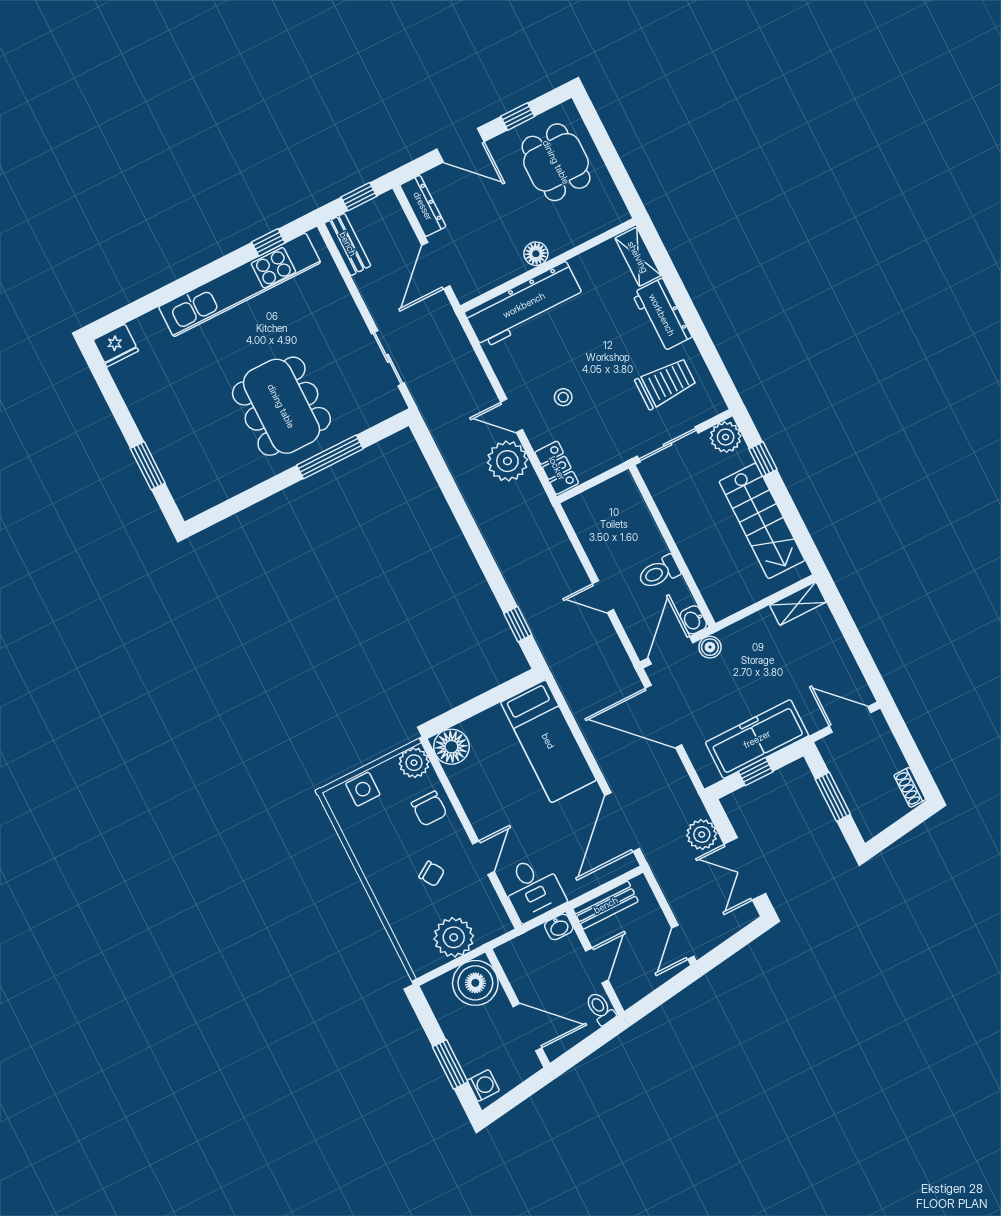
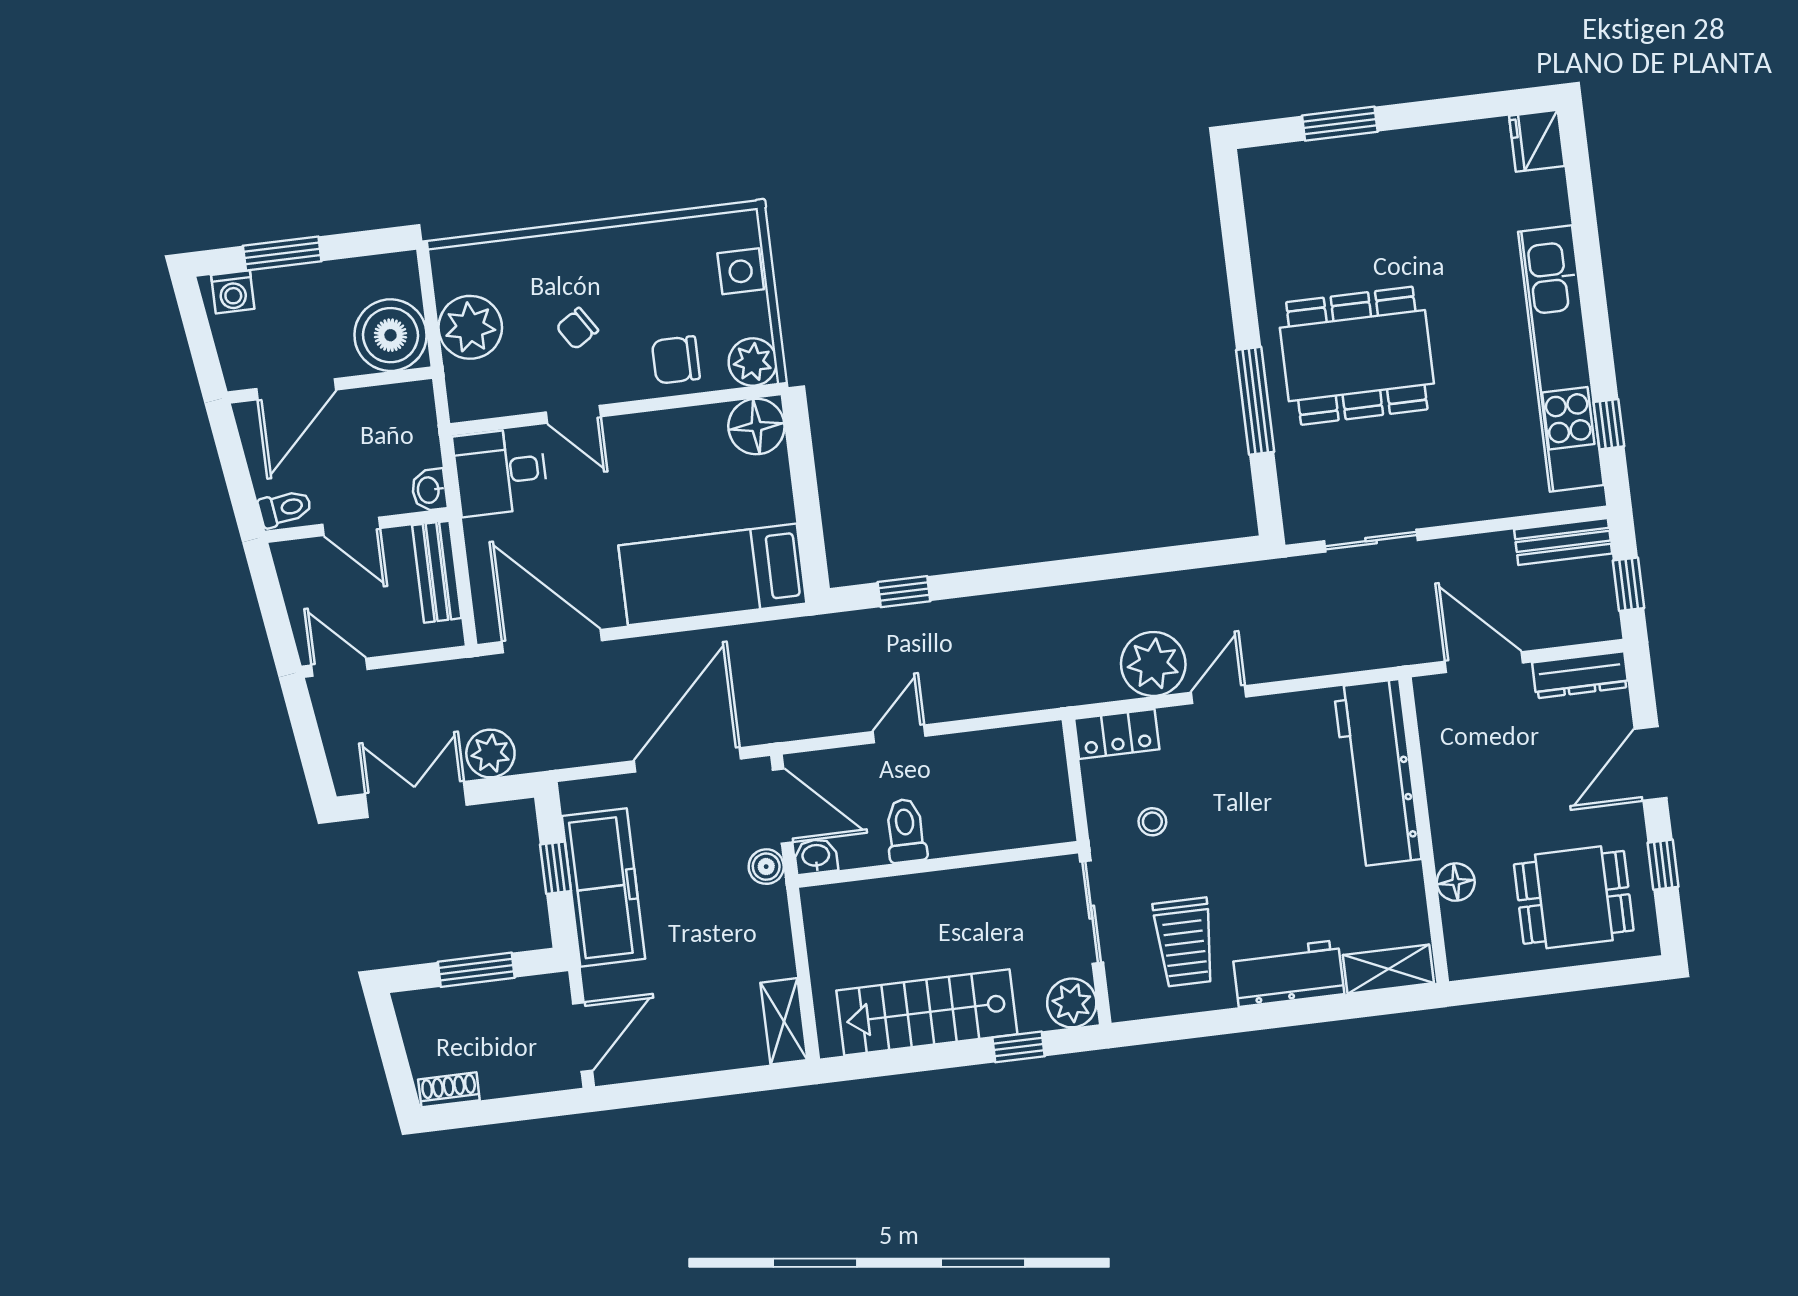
floor lamp: (536, 254) -> (1456, 882), moved
stool: (563, 397) -> (1152, 822), moved

